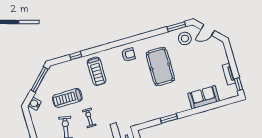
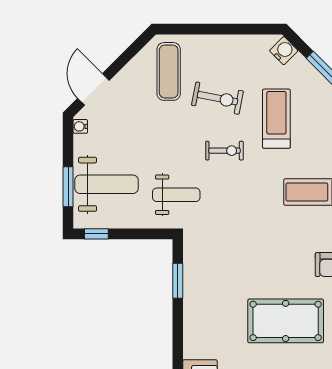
window: (169, 118) -> (178, 281), moved

